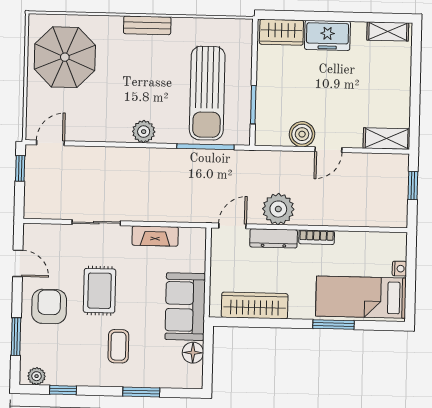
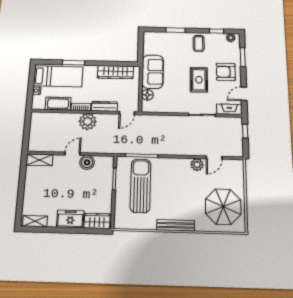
bench: (147, 25) -> (176, 225), width x1.36
plant: (144, 132) -> (197, 165), moved
door: (50, 143) -> (214, 158), moved
window: (20, 168) -> (245, 131), moved
window: (413, 186) -> (26, 134), removed
plant: (278, 209) -> (88, 121), moved
fireplace: (155, 236) -> (229, 109), moved
cot: (359, 244) -> (58, 104), added
door: (18, 263) -> (244, 94), hinge flipped
armchair: (49, 306) -> (226, 72), turned 90
coffee table: (118, 346) -> (199, 43), moved
floor lamp: (193, 353) -> (147, 95), moved

